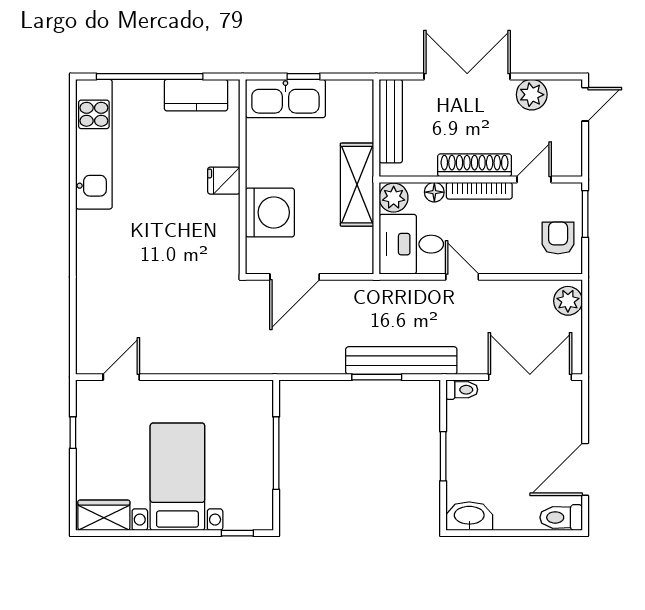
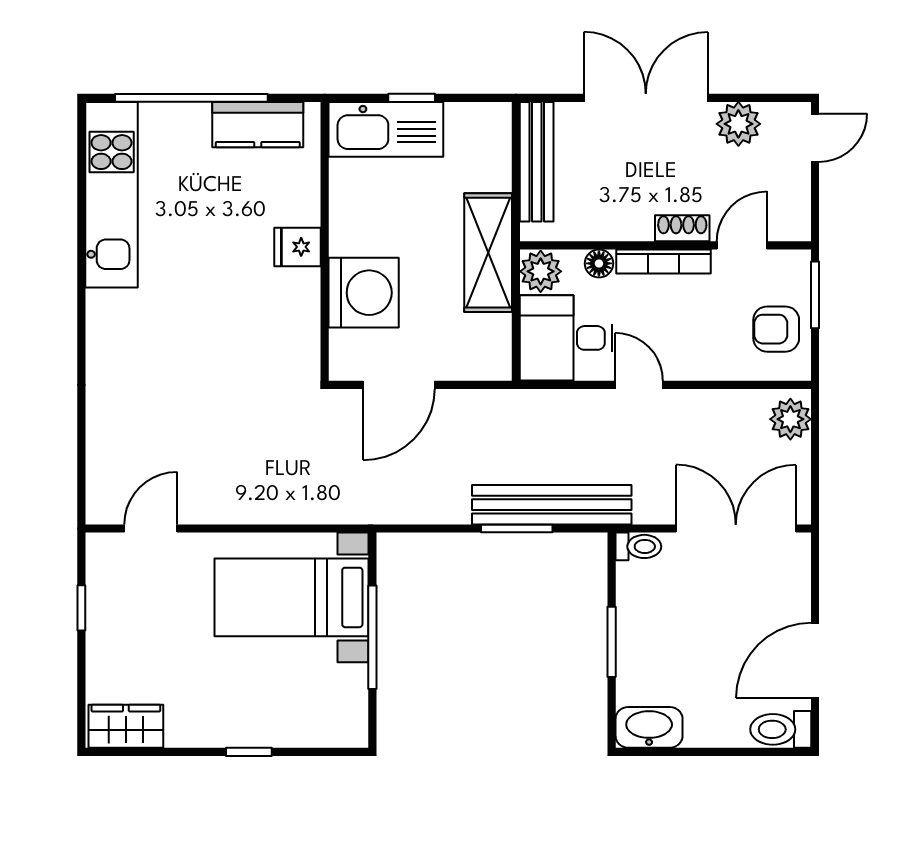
shoe rack: (475, 165) -> (682, 228), width x0.51, depth x0.81
armchair: (558, 238) -> (776, 329), turned -90
bed with nightstands: (177, 477) -> (292, 597), moved, turned -90
window: (237, 533) -> (249, 752), moved

